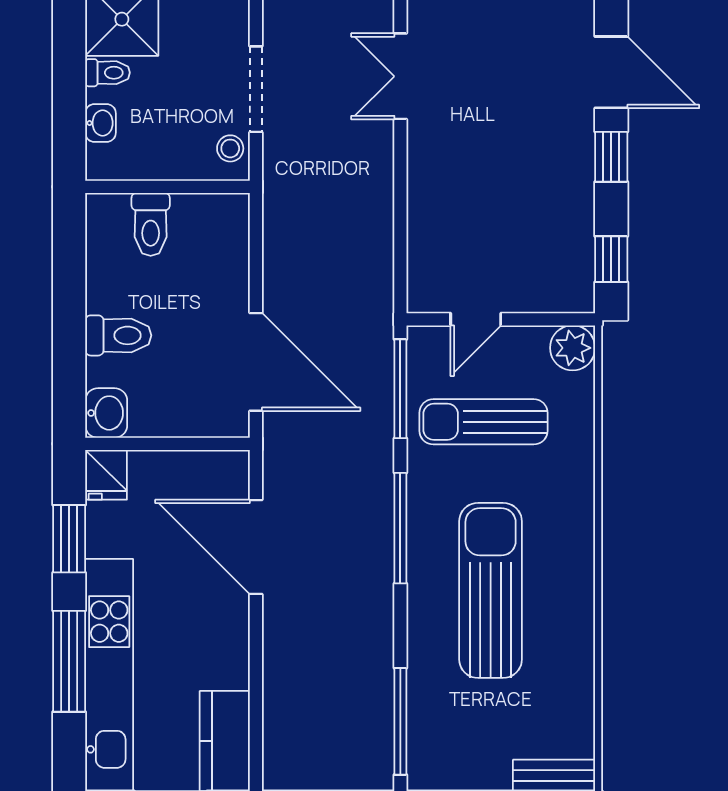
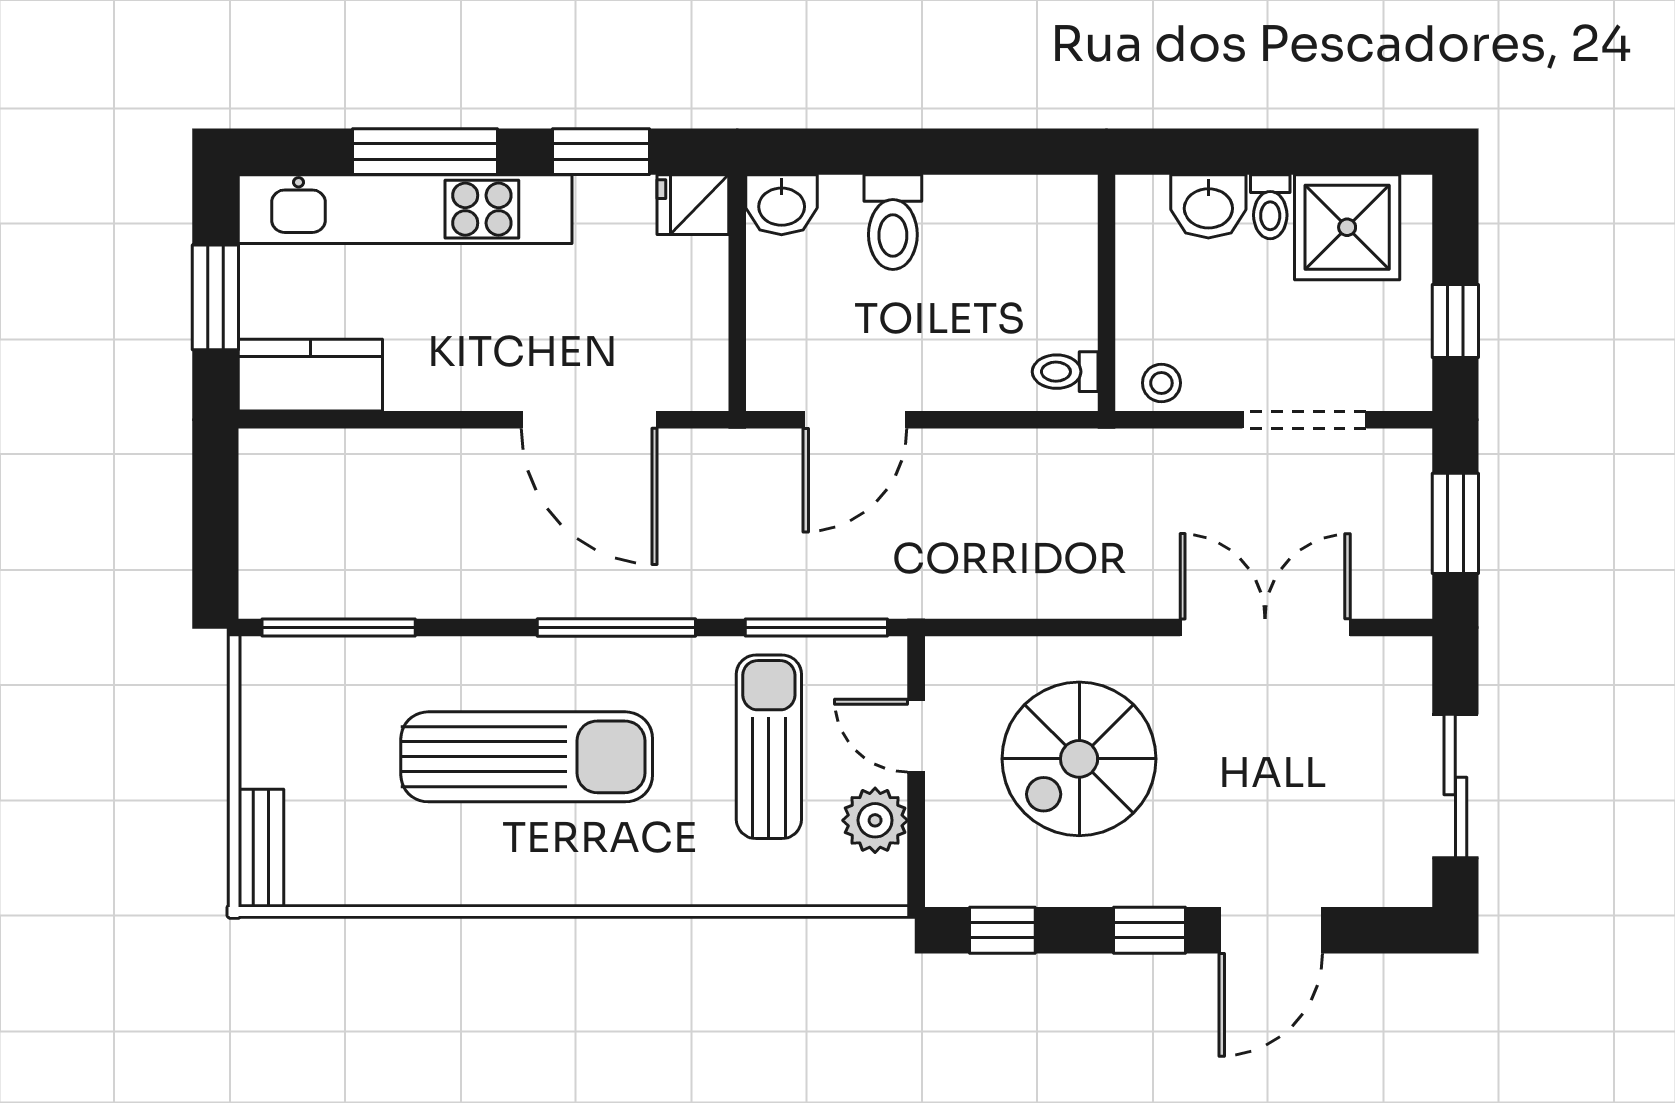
double door: (400, 76) -> (1265, 627), width x1.37
doorway: (256, 89) -> (1304, 420), moved
washbasin: (100, 123) -> (1208, 206), width x1.38, depth x1.45
spiral stairs: (492, 206) -> (1079, 759), added
toilet: (151, 224) -> (1065, 372), moved, width x0.73, depth x0.72
plant: (573, 348) -> (875, 820), moved
door: (256, 362) -> (855, 420), width x0.73
door: (256, 547) -> (589, 420), swing flipped

